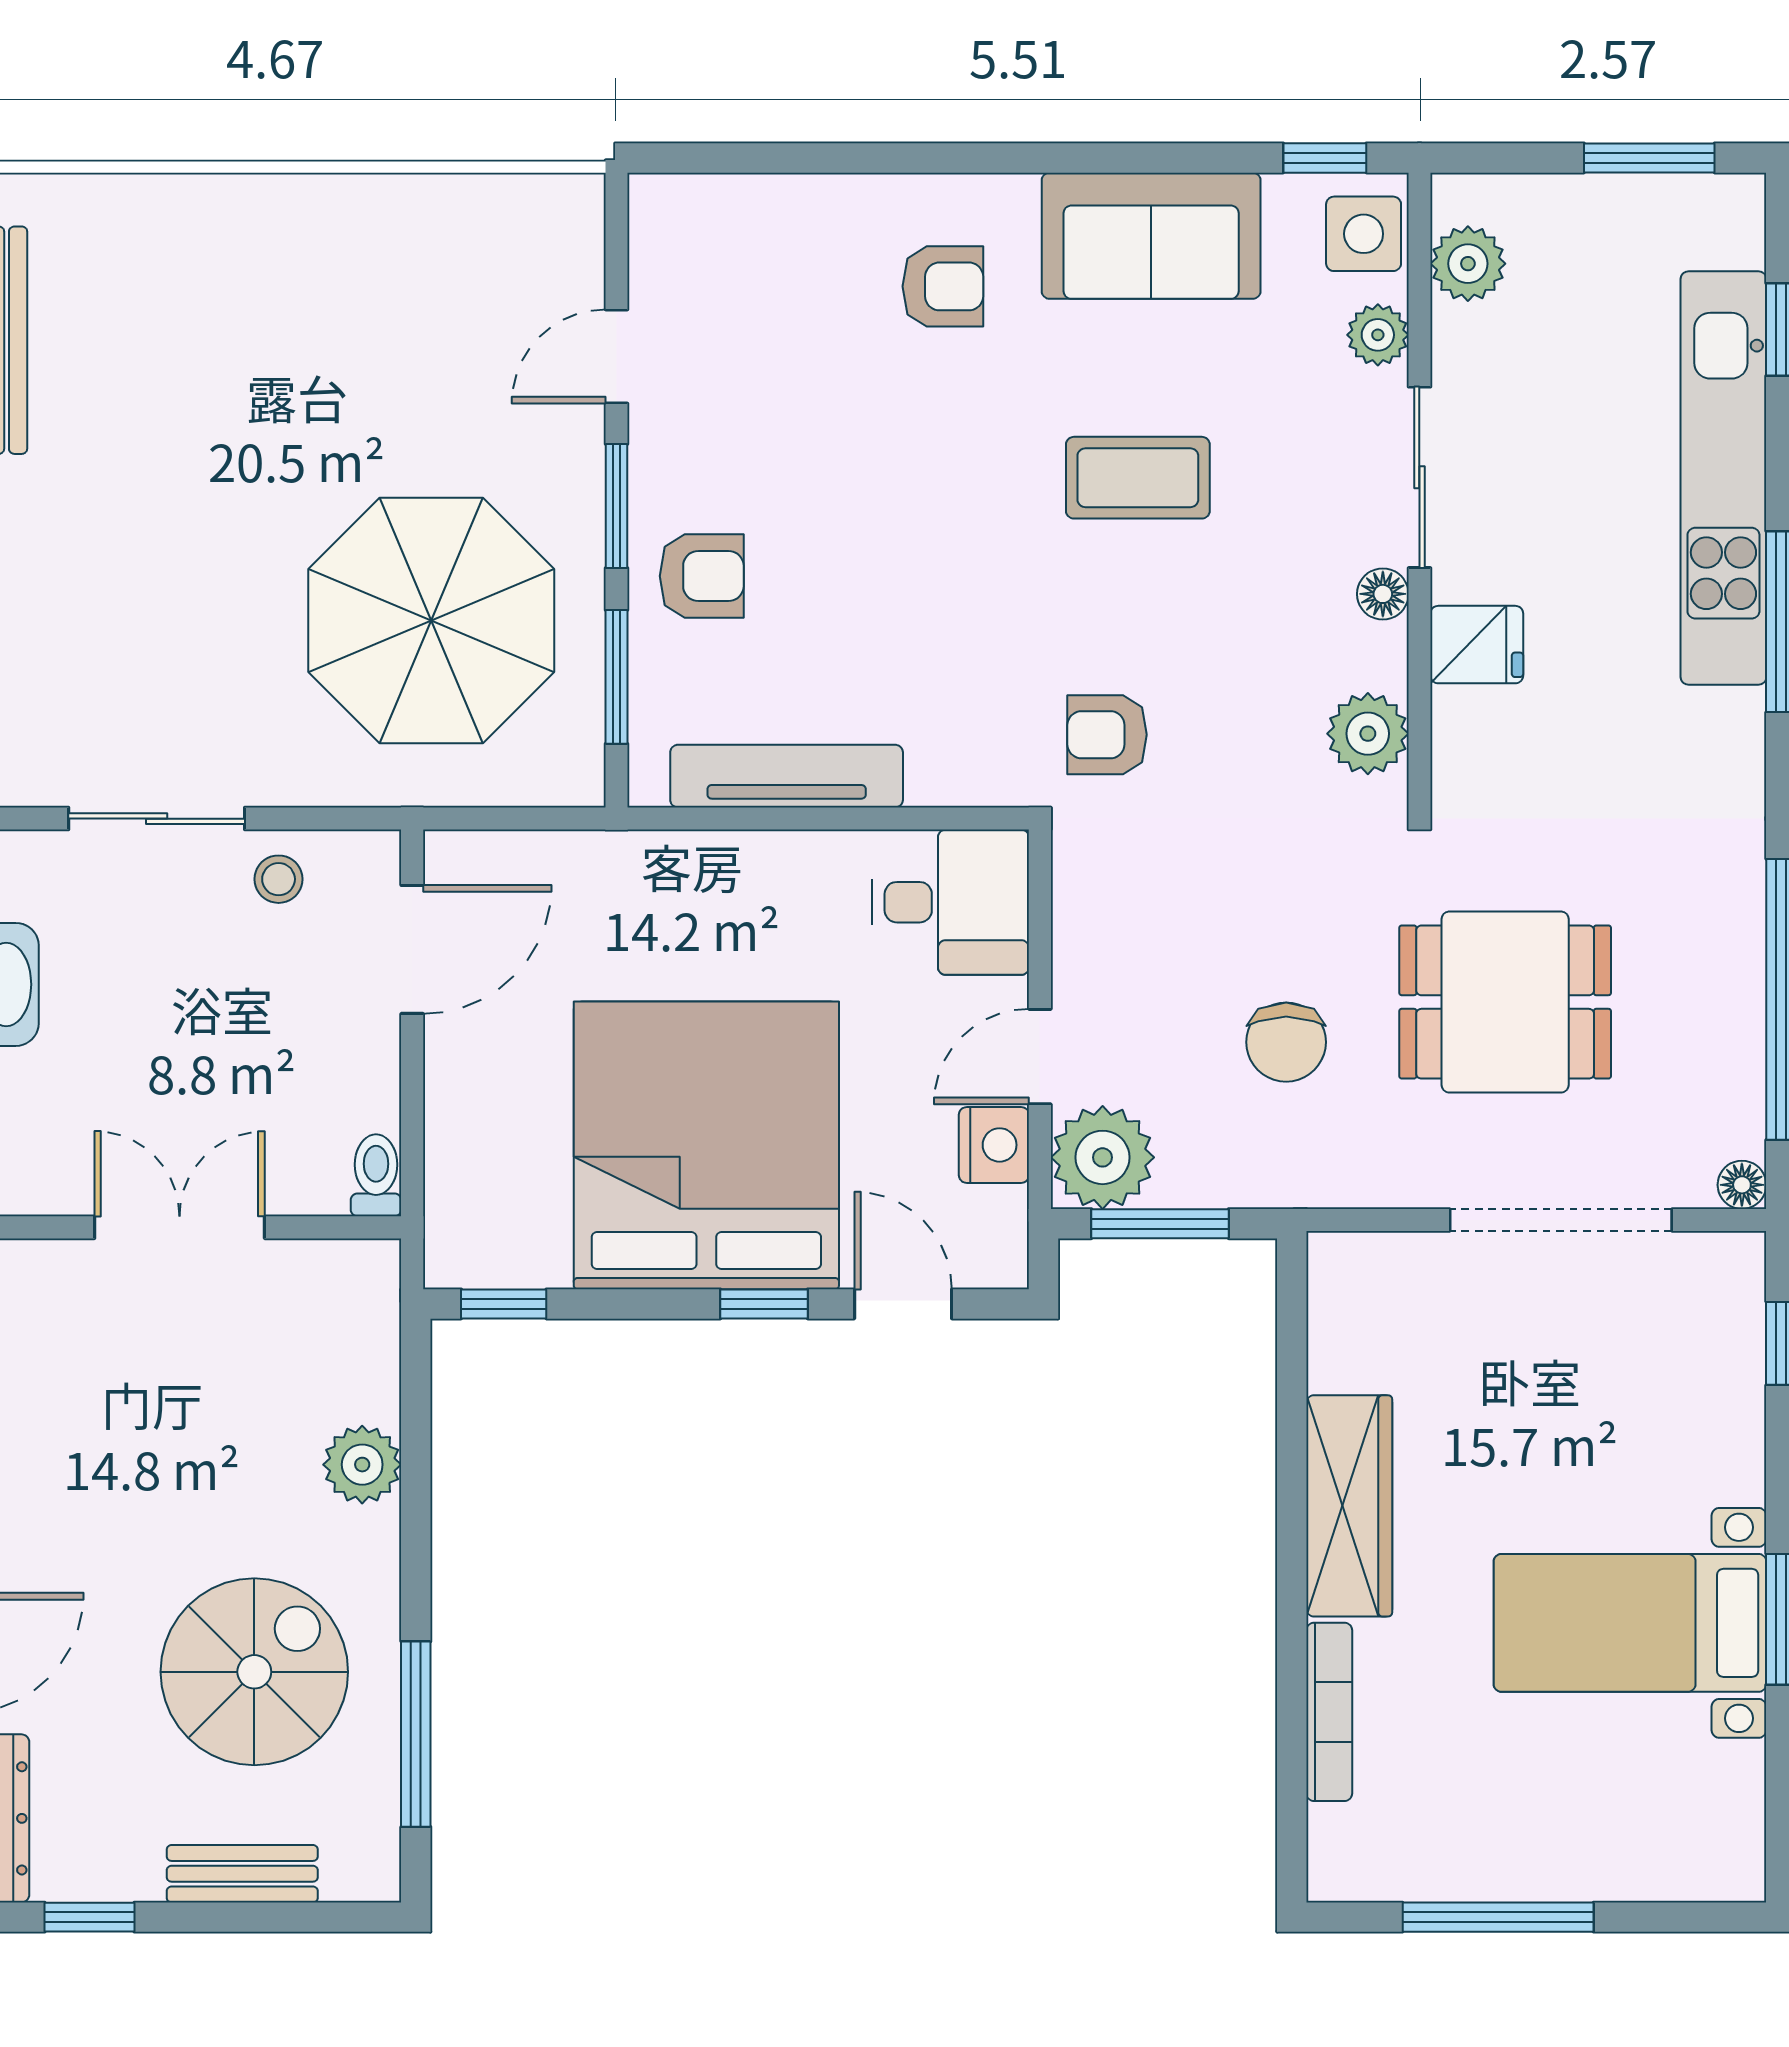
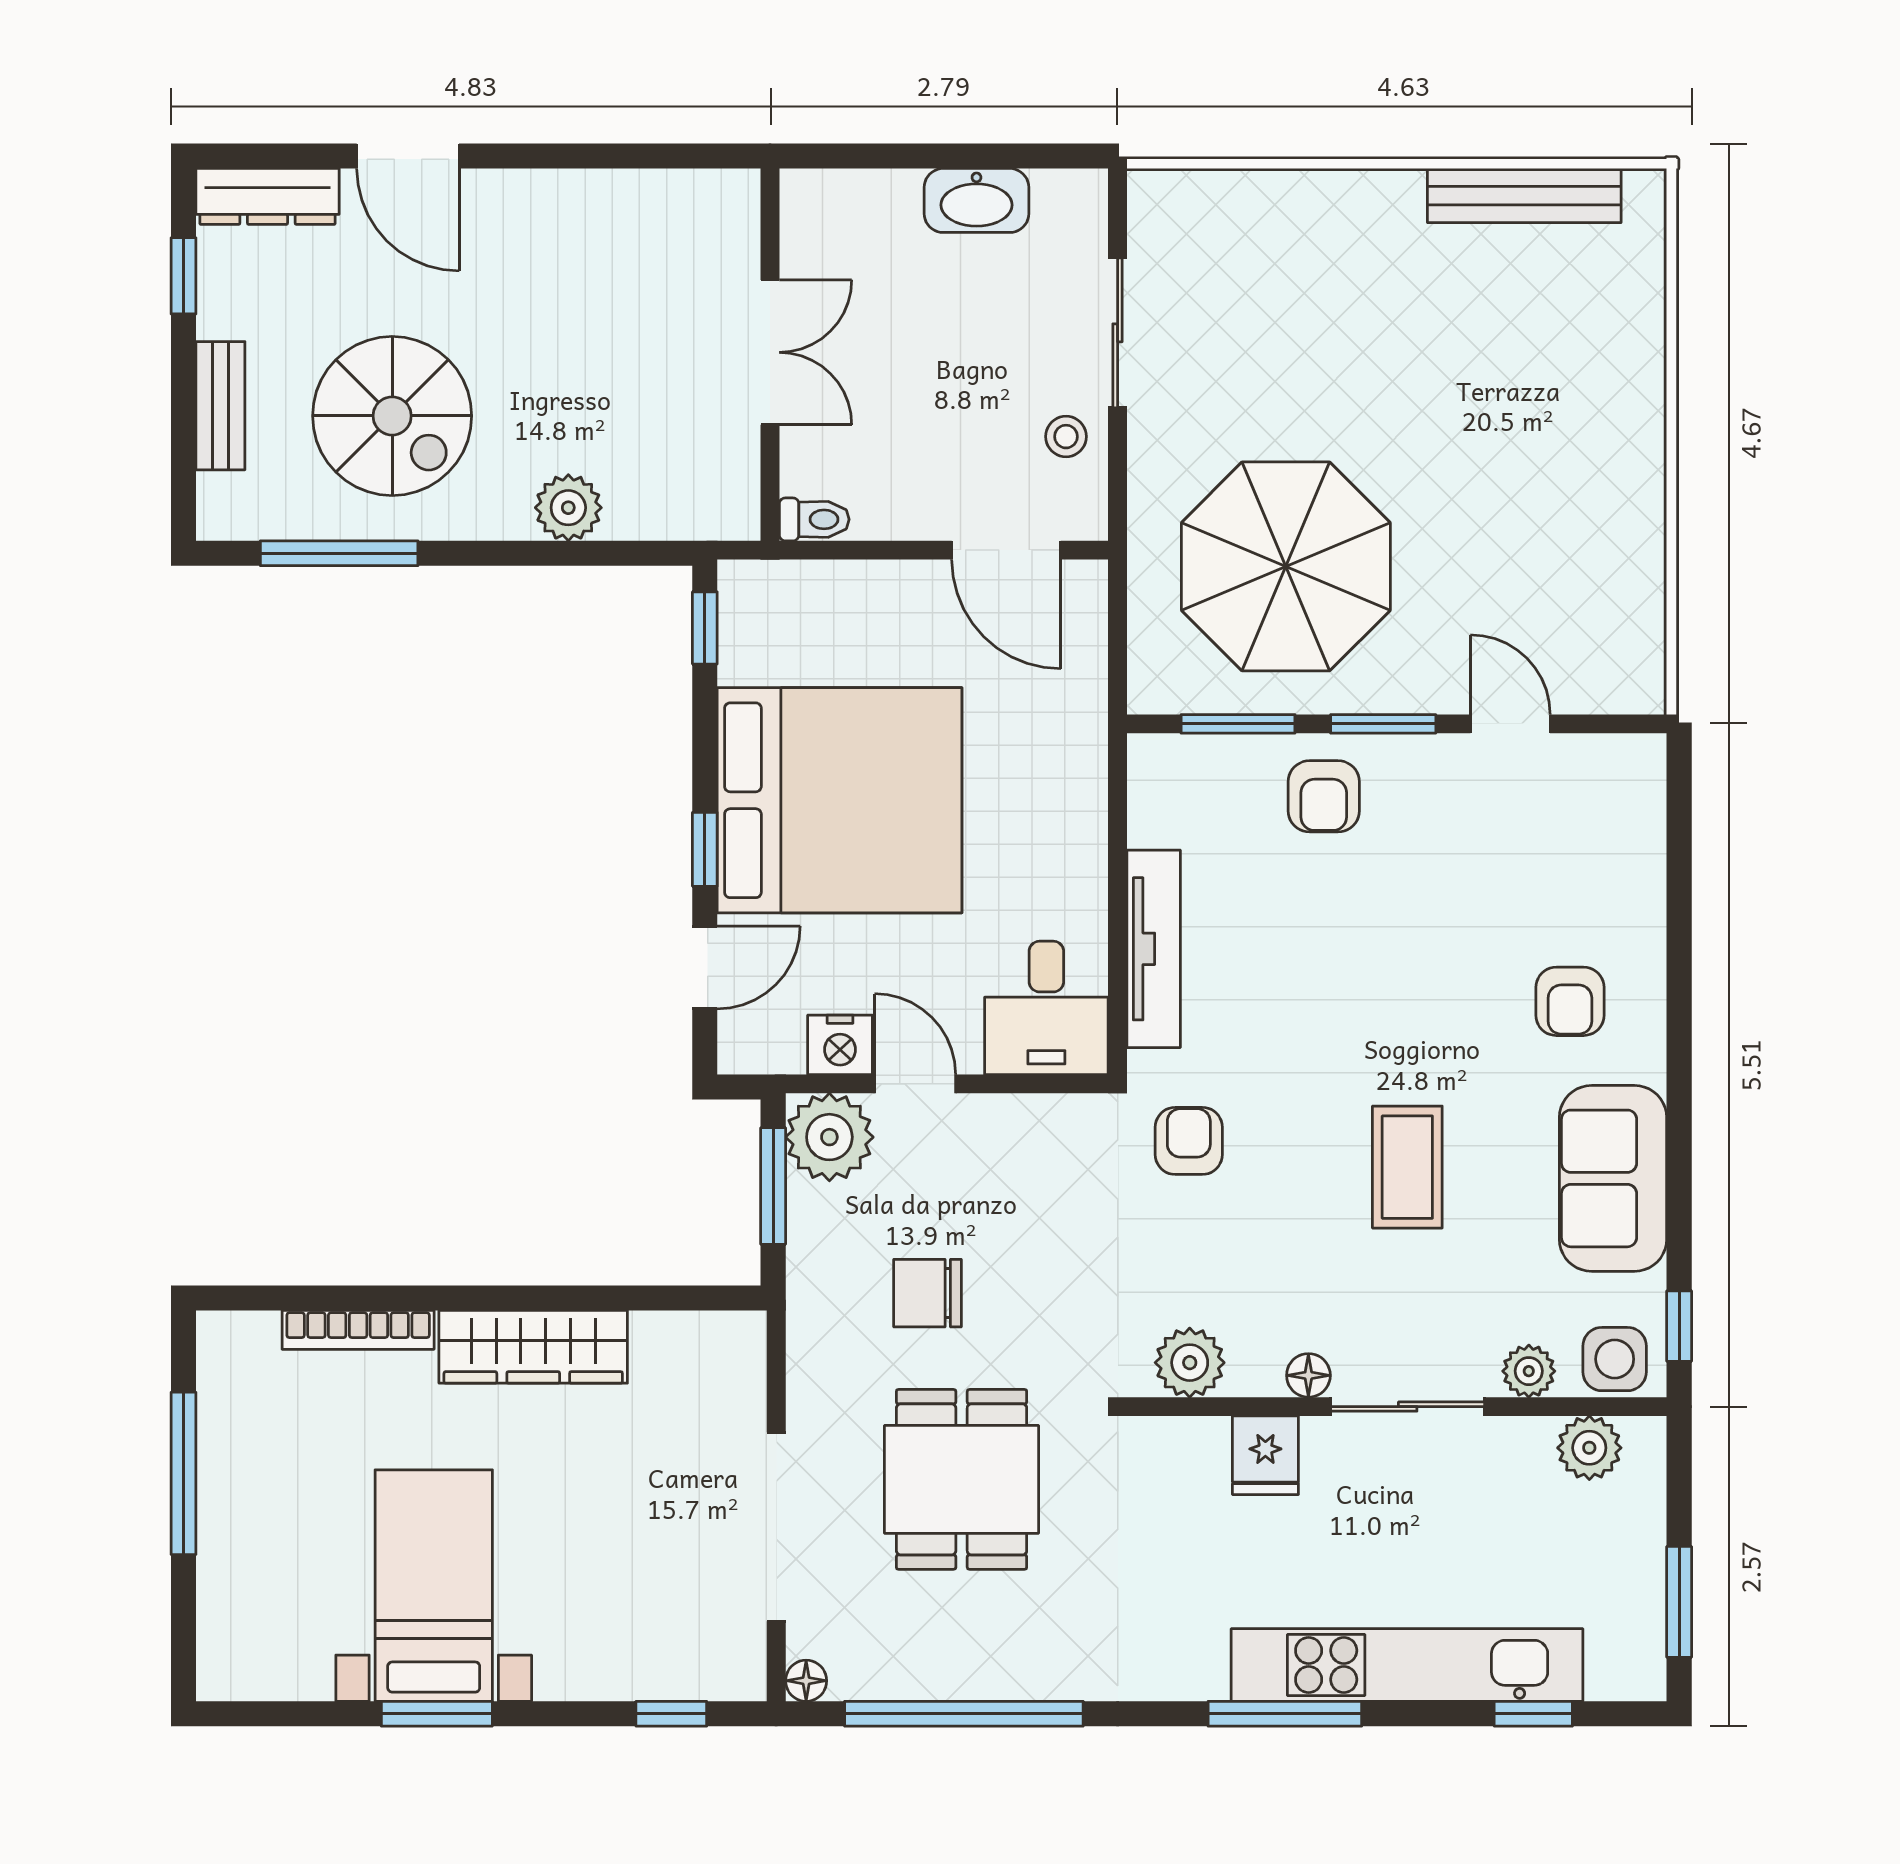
tv unit: (787, 776) -> (1154, 949), moved

